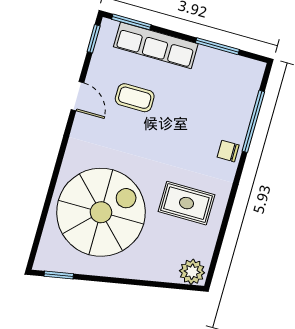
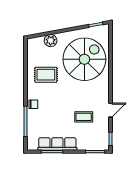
row of seats: (156, 45) -> (57, 144), moved
door: (77, 96) -> (111, 110), swing flipped
spiral stairs: (101, 212) -> (84, 59), turned 180
plant: (192, 272) -> (51, 41), moved

